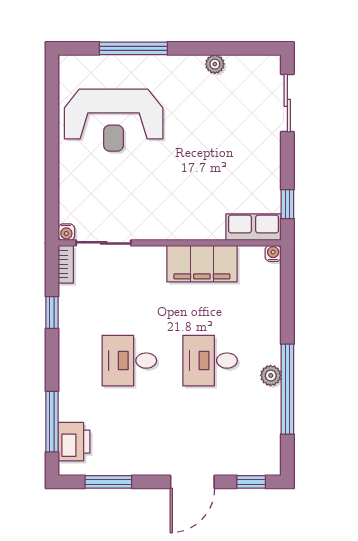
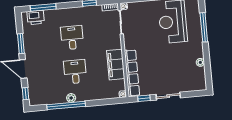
sliding door: (287, 103) -> (168, 96), moved
row of seats: (254, 227) -> (132, 73), width x2.02
window: (108, 482) -> (21, 44), moved

